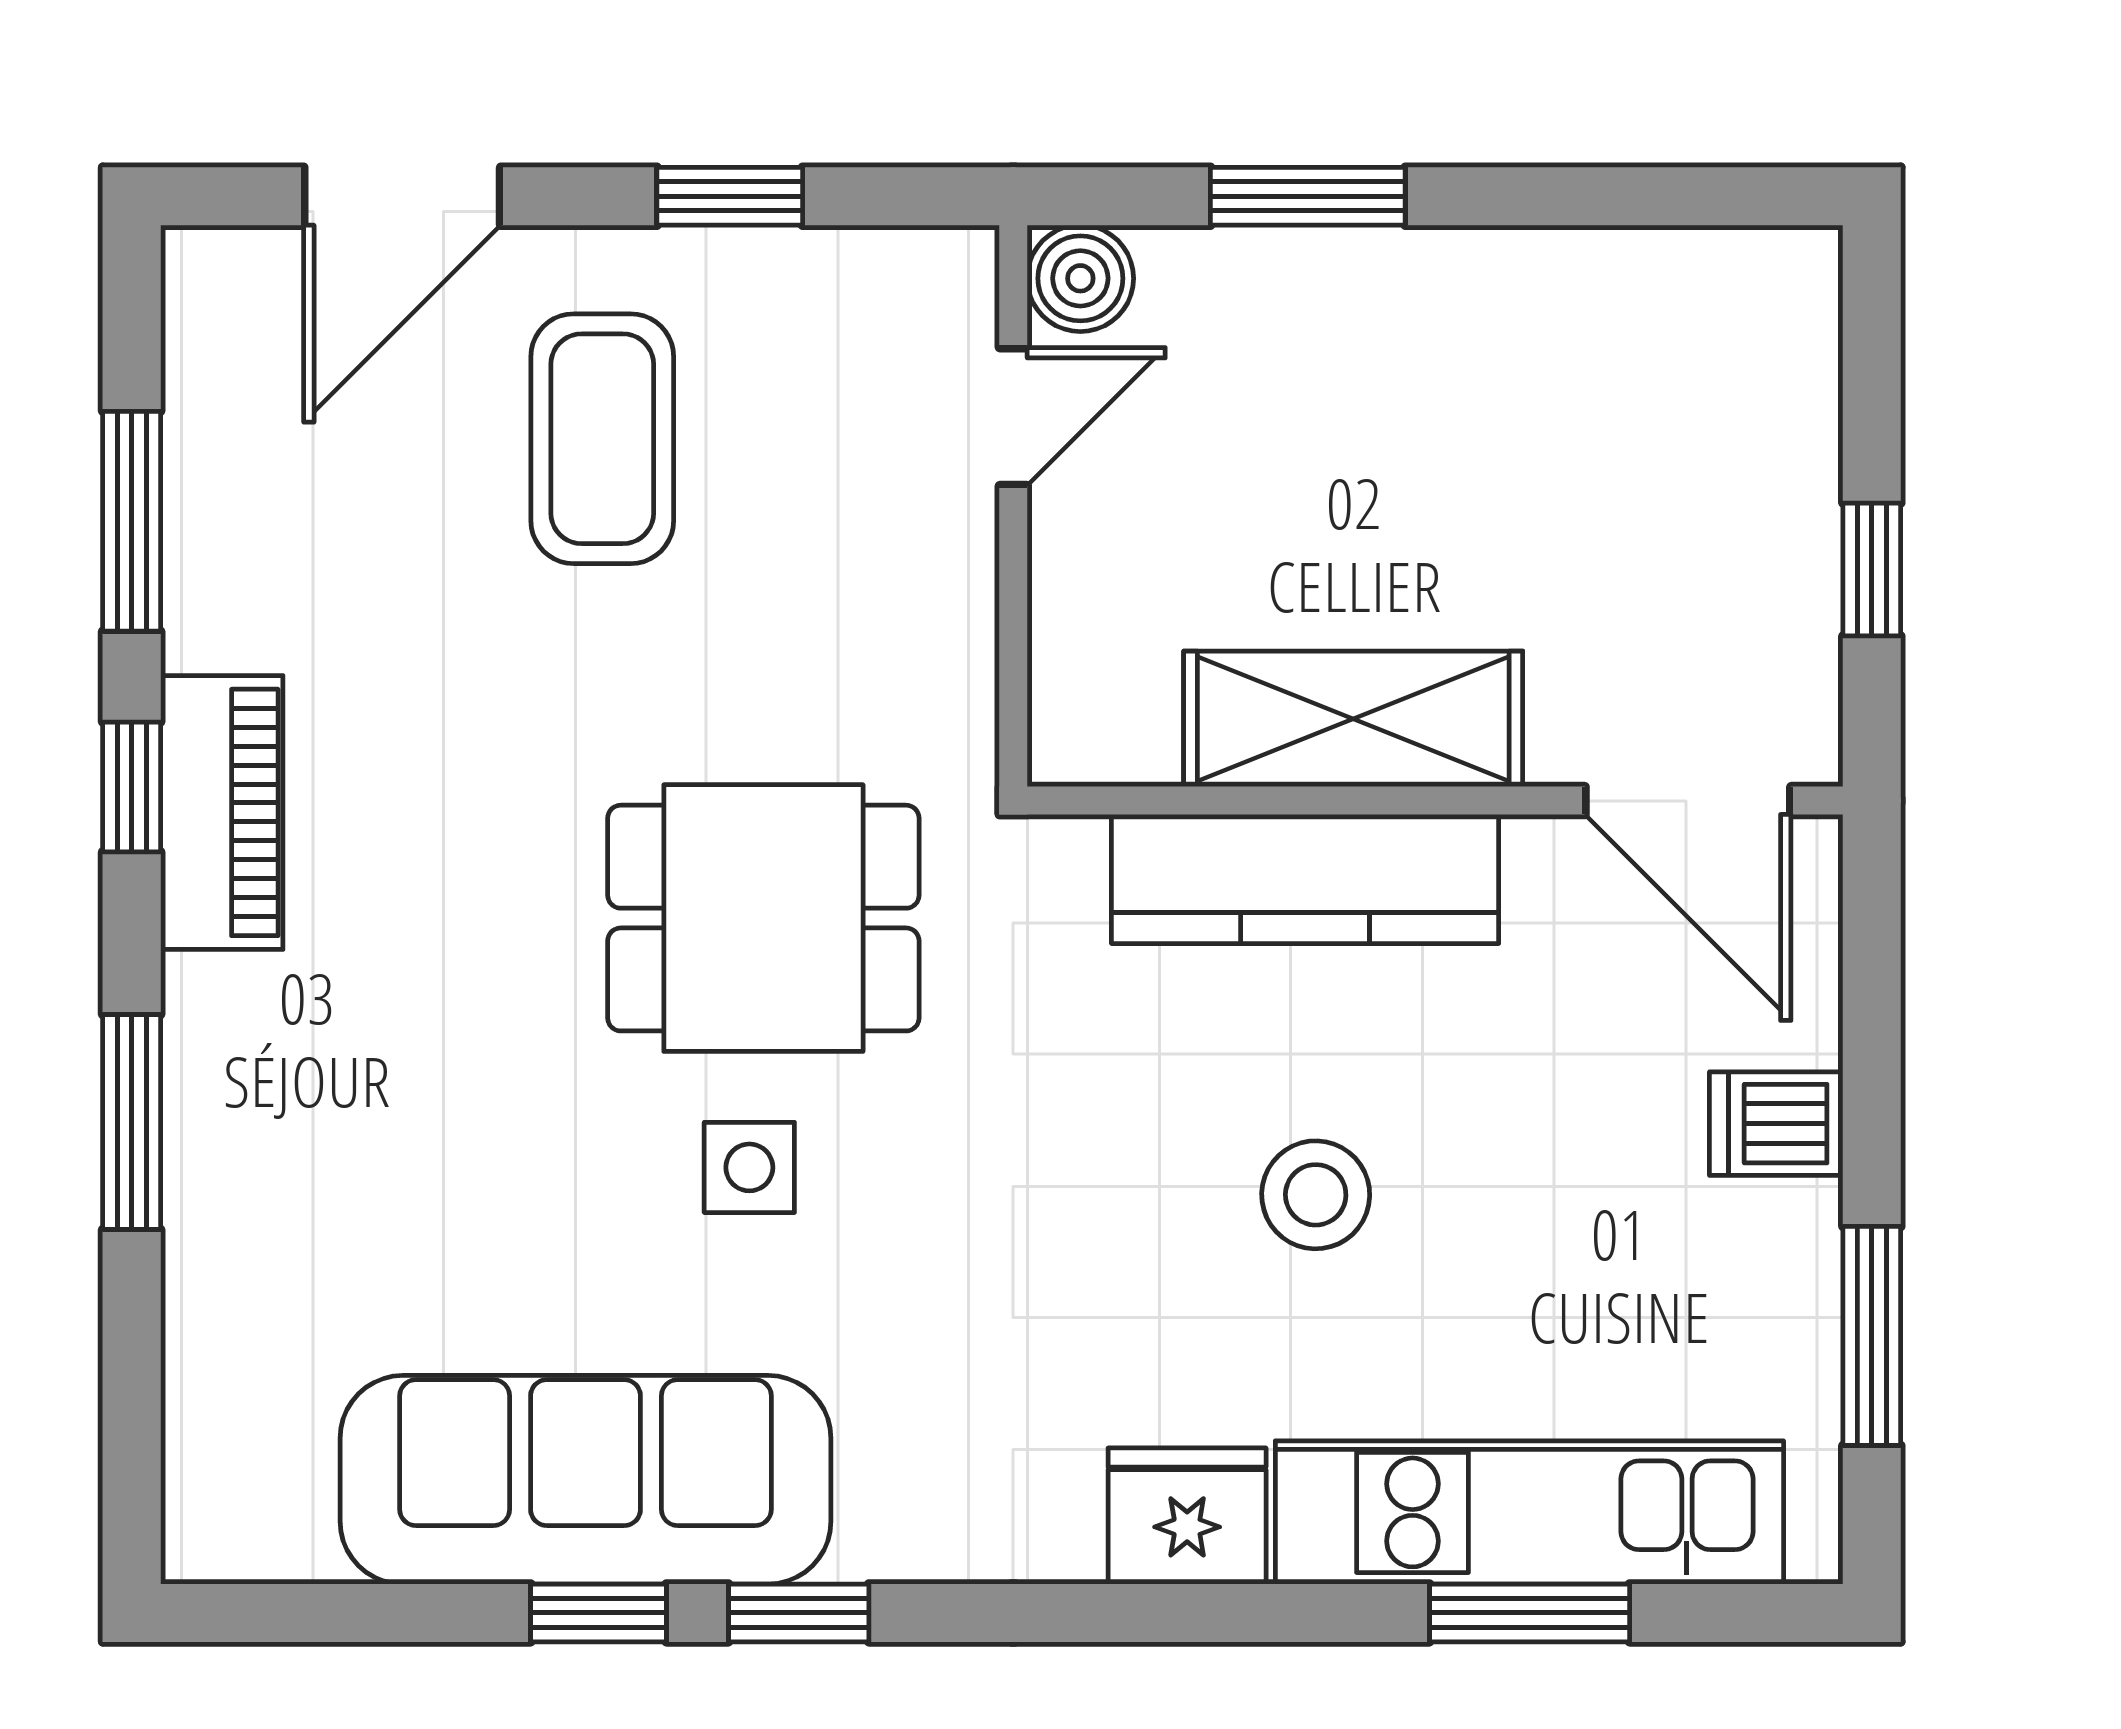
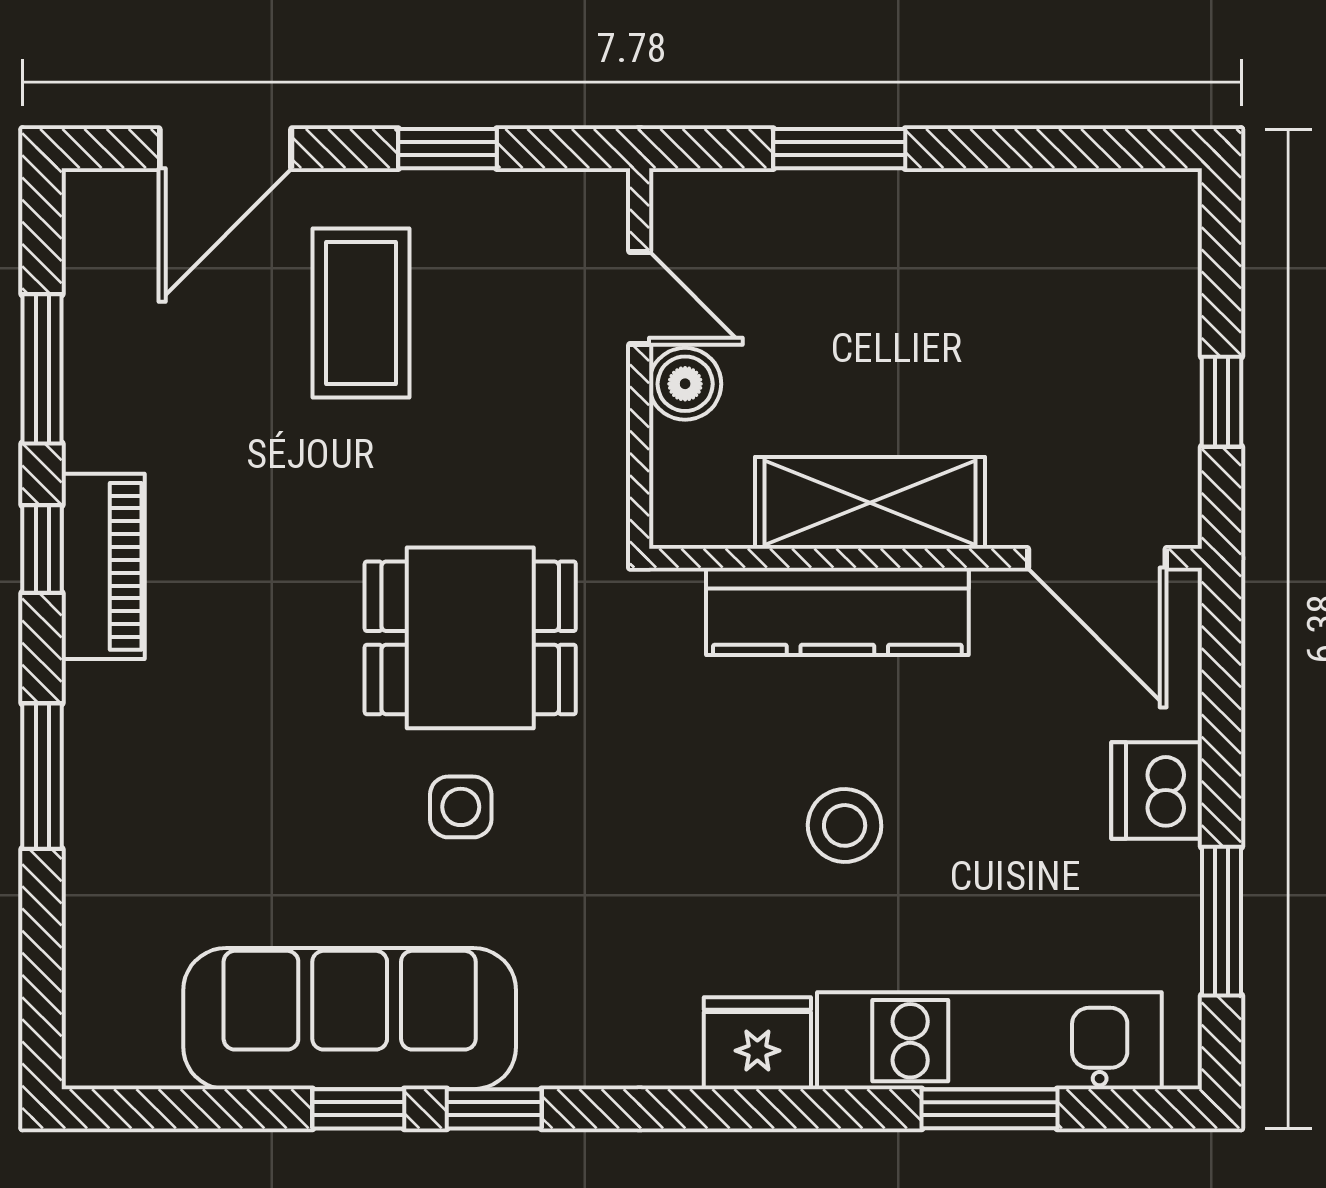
boiler: (1080, 278) -> (685, 384), moved
door: (1013, 417) -> (640, 298), hinge flipped
dishwasher: (1776, 1124) -> (1157, 790), width x1.38

